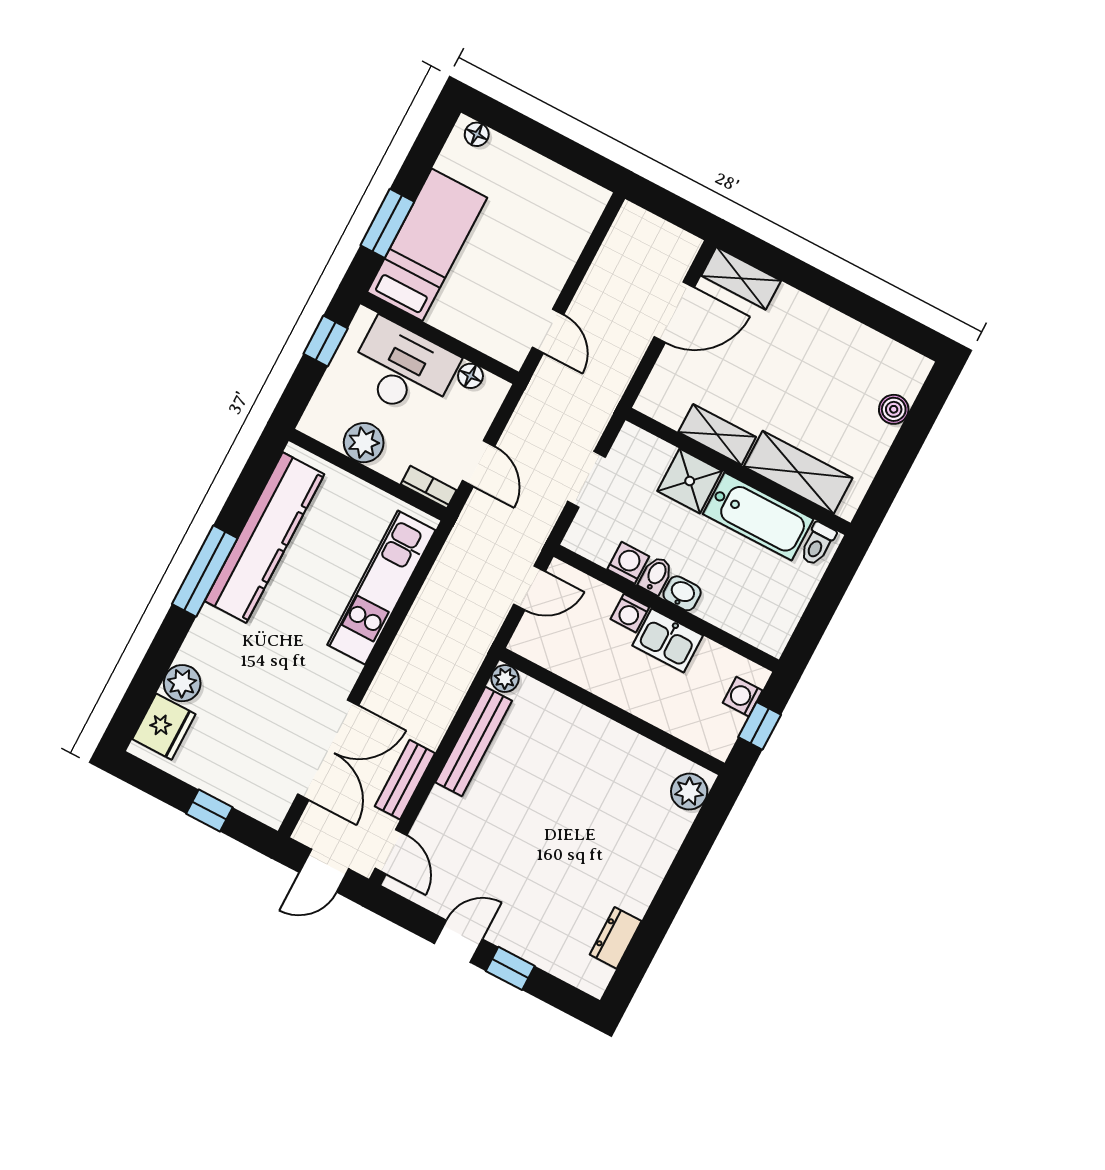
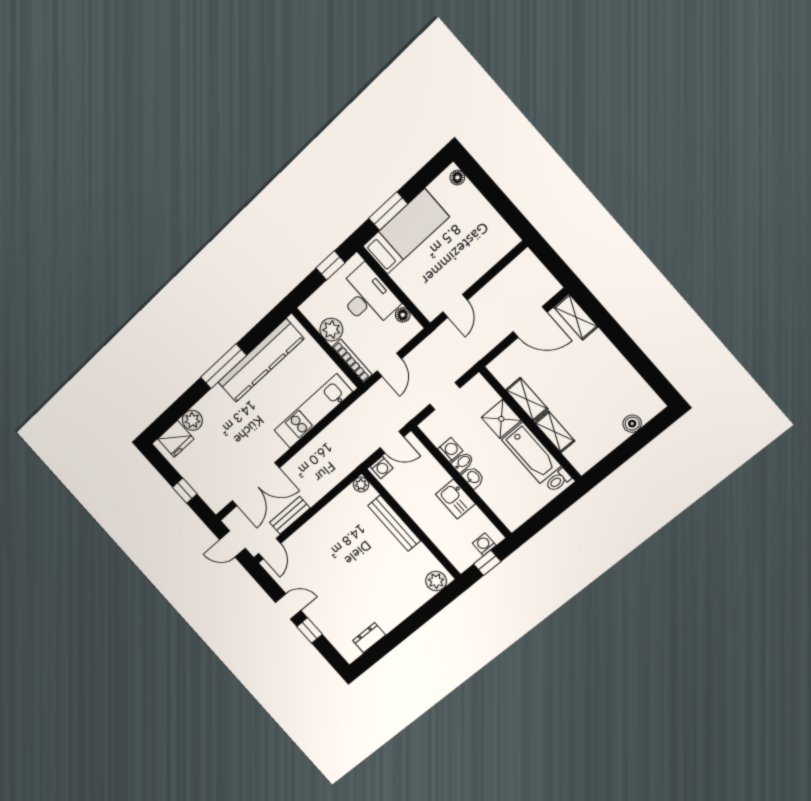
shelving: (798, 472) -> (555, 432), width x0.67, depth x0.75
bookcase: (429, 487) -> (352, 361), width x1.56
washing machine: (630, 613) -> (381, 467), moved, turned -90
bench: (474, 742) -> (394, 523), moved, turned 90

